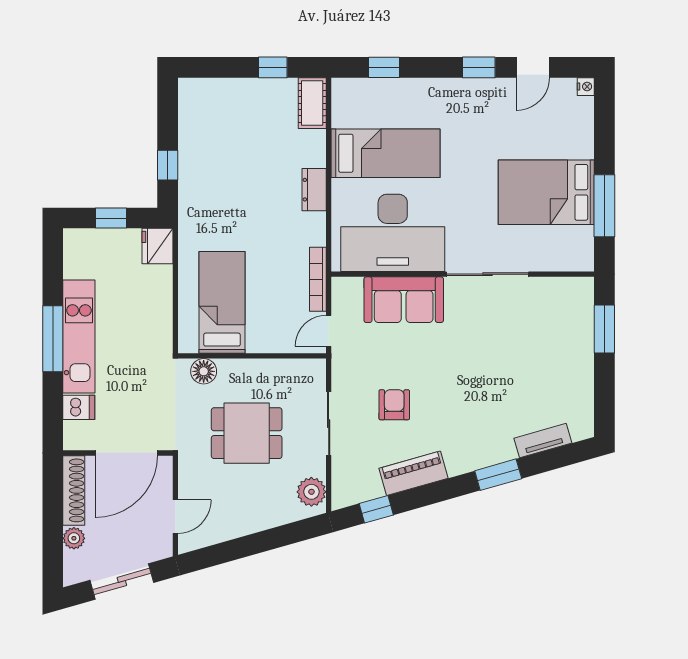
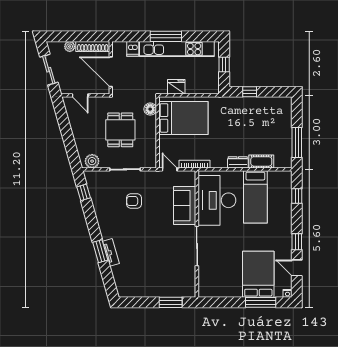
window: (273, 67) -> (297, 142), width x2.17
cot: (312, 103) -> (261, 161), moved
bed: (546, 192) -> (258, 274), moved
window: (604, 206) -> (261, 302), moved
fridge: (157, 246) -> (176, 87), moved
bed: (222, 302) -> (183, 118), width x1.50
kitchen unit: (79, 336) -> (177, 49), width x1.36
armchair: (394, 405) -> (134, 201), turned 180
tv unit: (543, 441) -> (111, 252), moved
piano: (414, 473) -> (101, 210), removed

